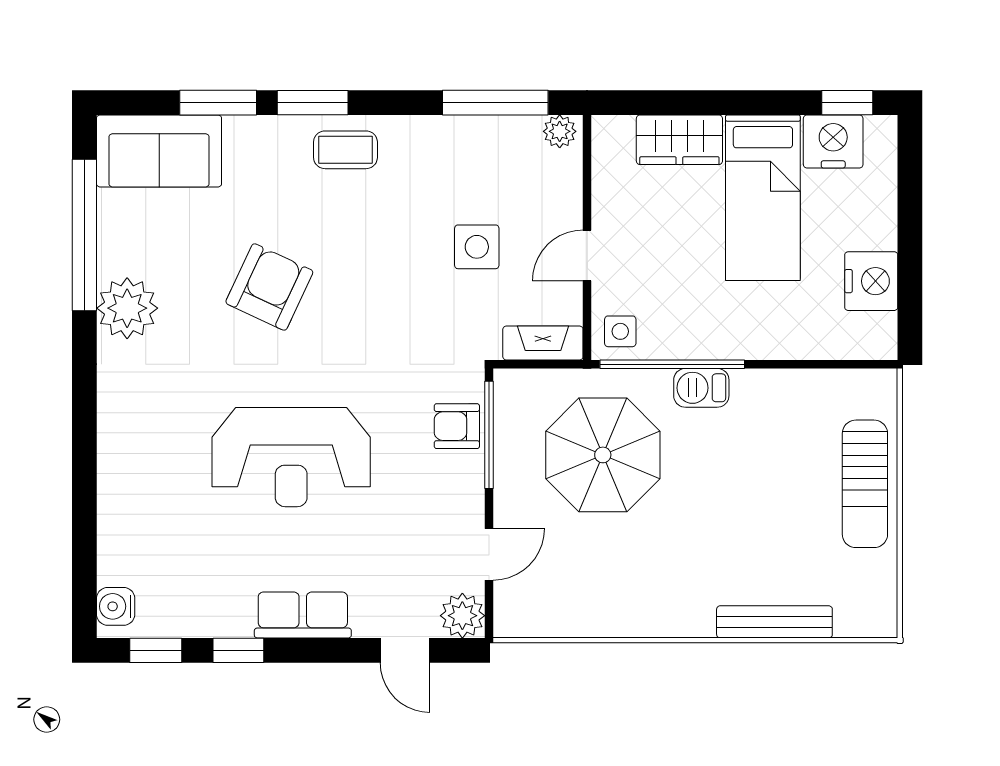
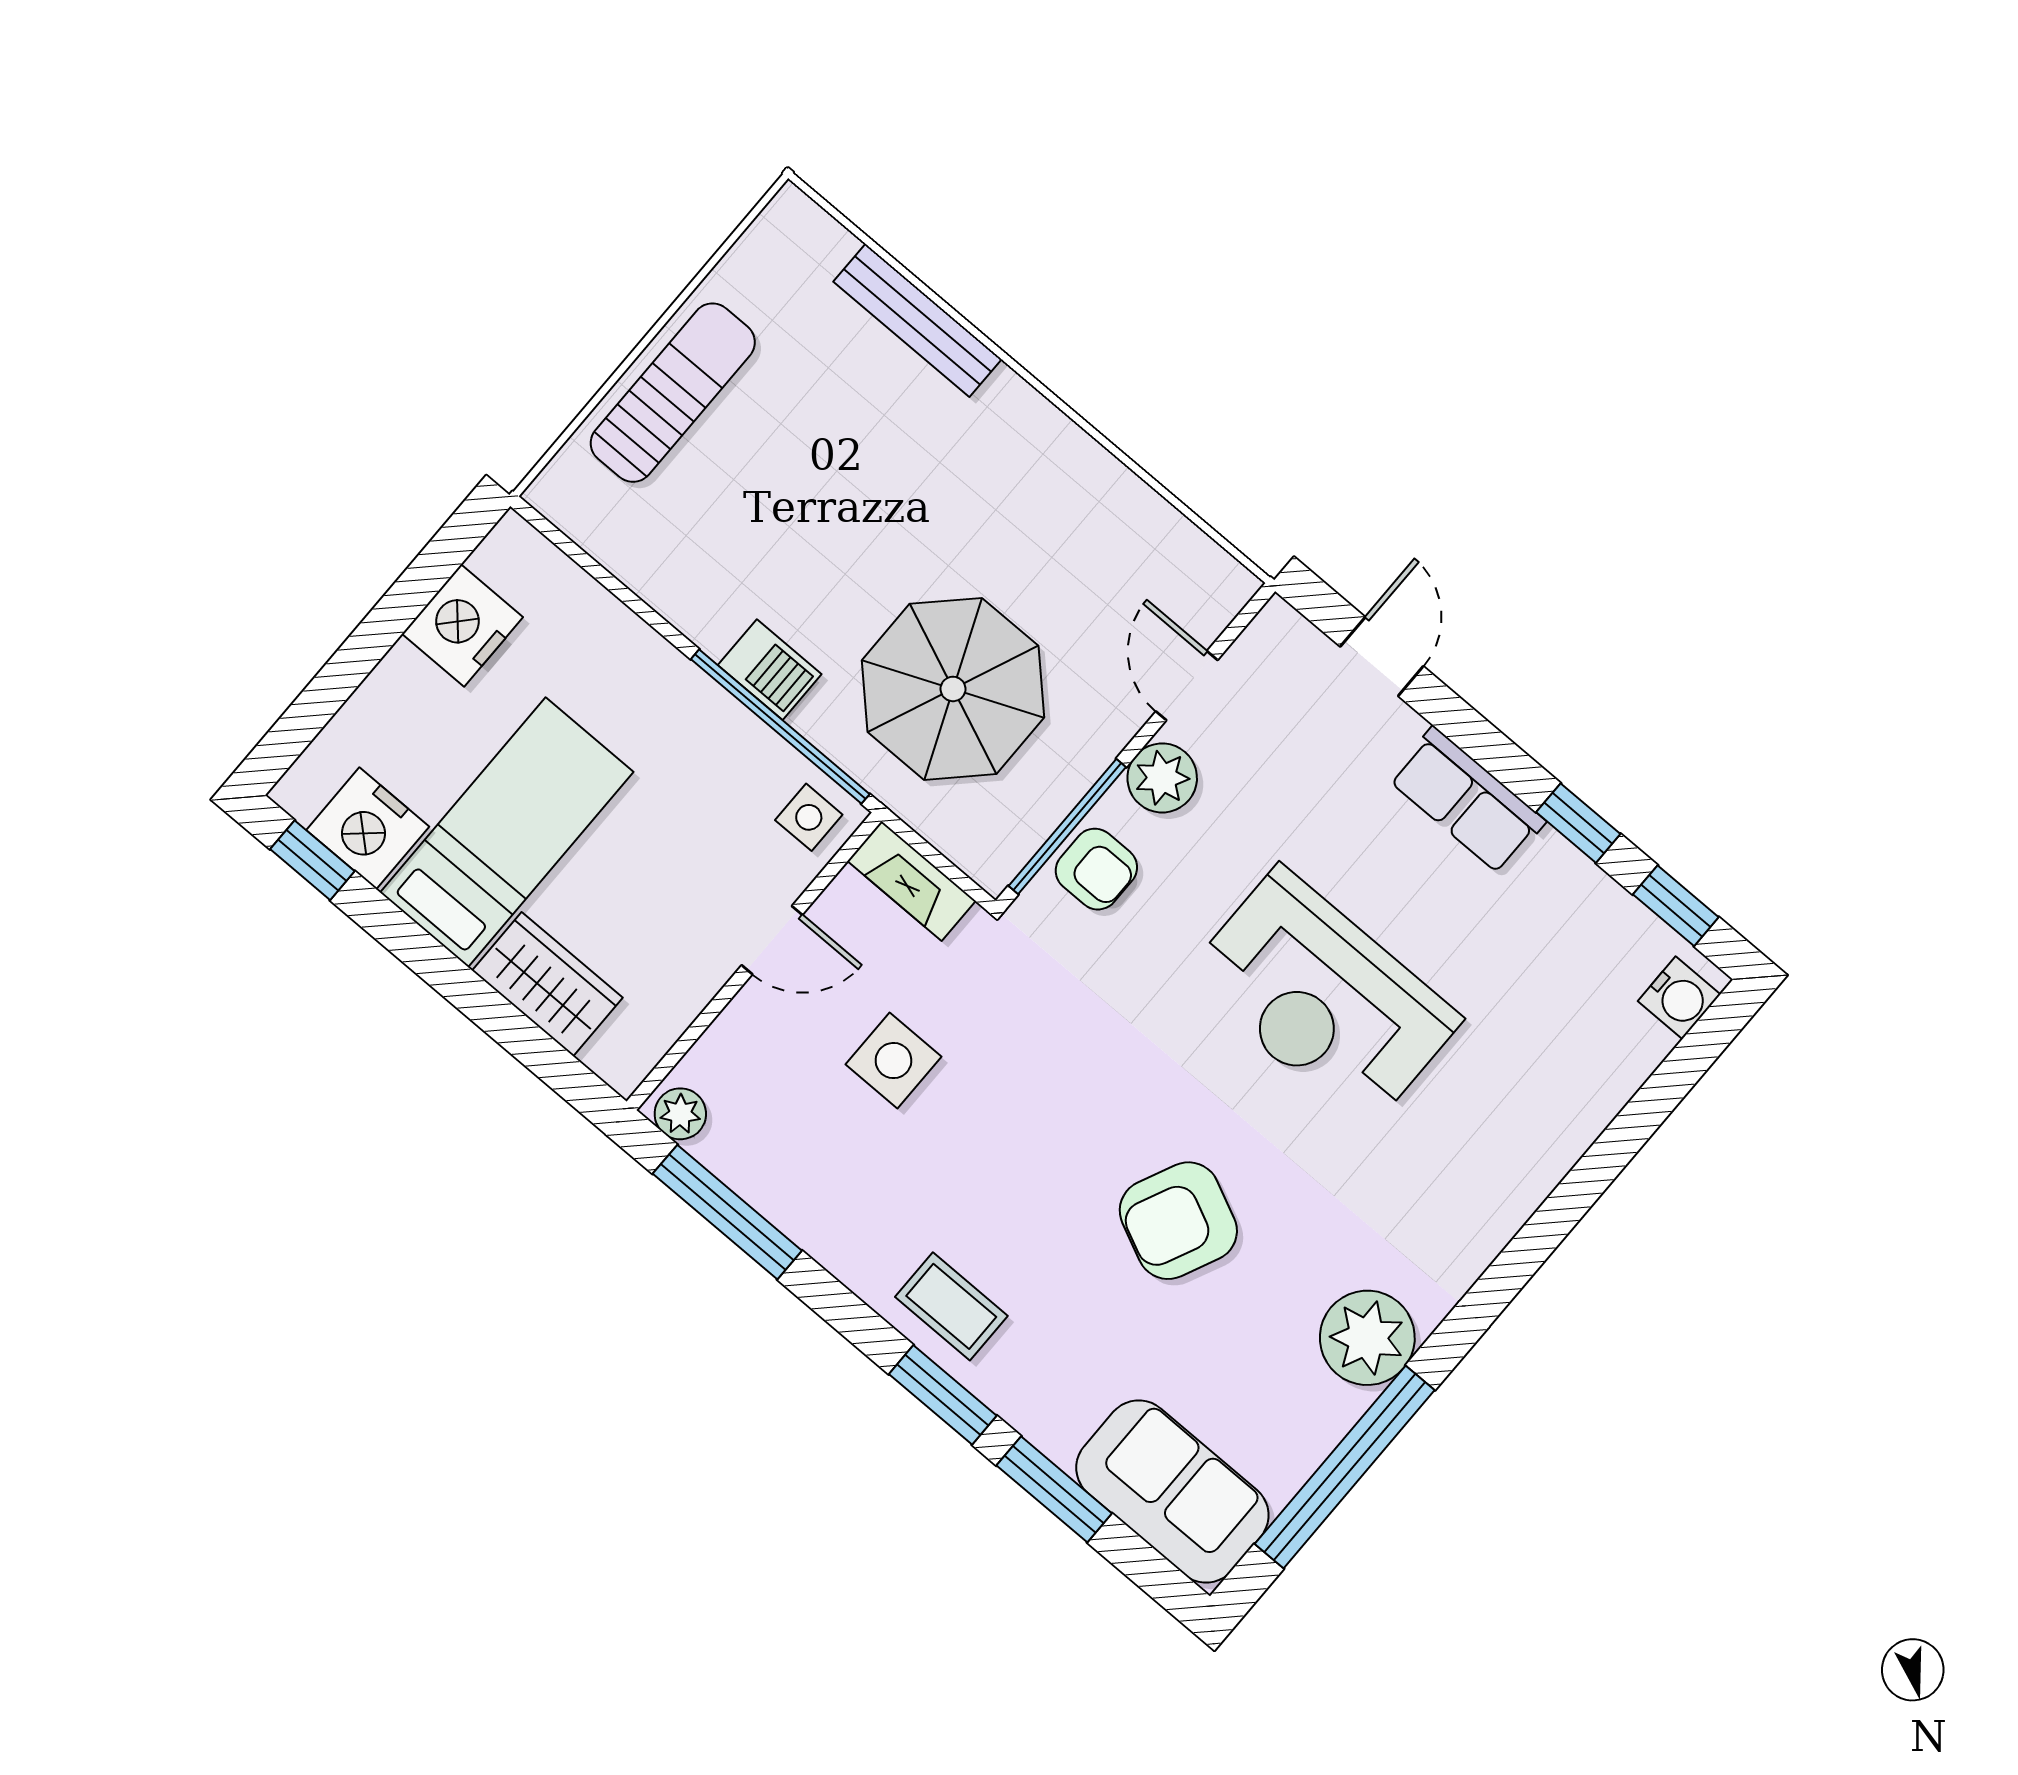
reception desk: (291, 457) -> (1323, 998), turned 180
door: (489, 554) -> (1187, 686), hinge flipped
plant: (462, 616) -> (1162, 778), moved

